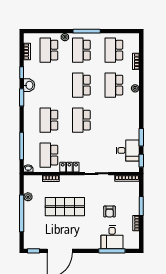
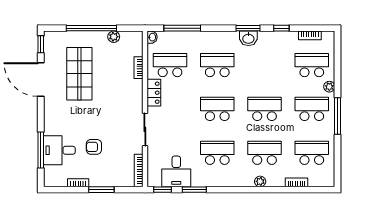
washbasin: (29, 85) -> (248, 38), moved
school desk: (114, 120) -> (217, 153), added
shop shelf: (65, 207) -> (79, 74), moved

